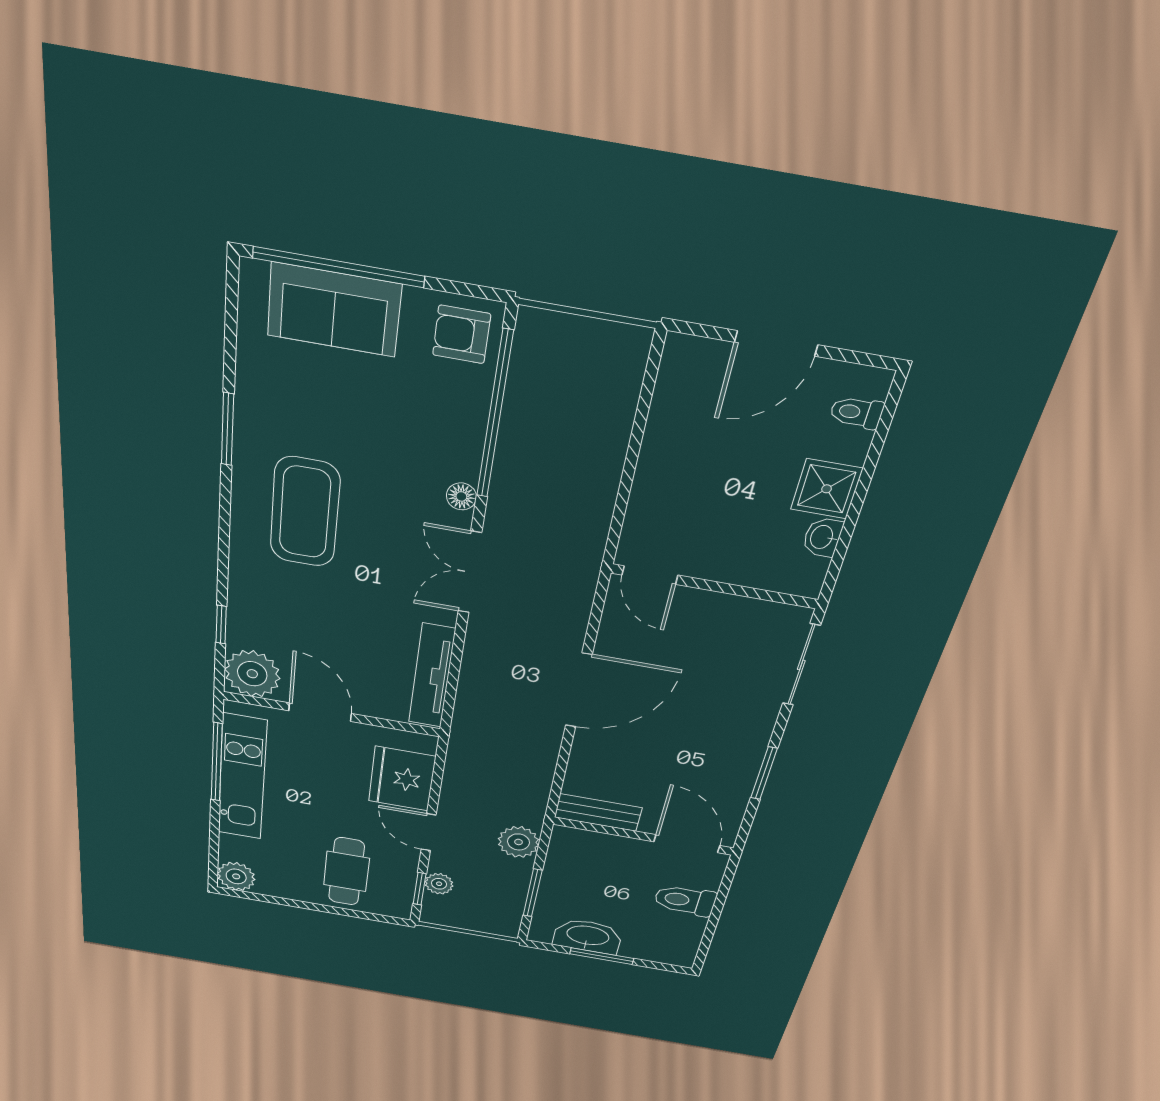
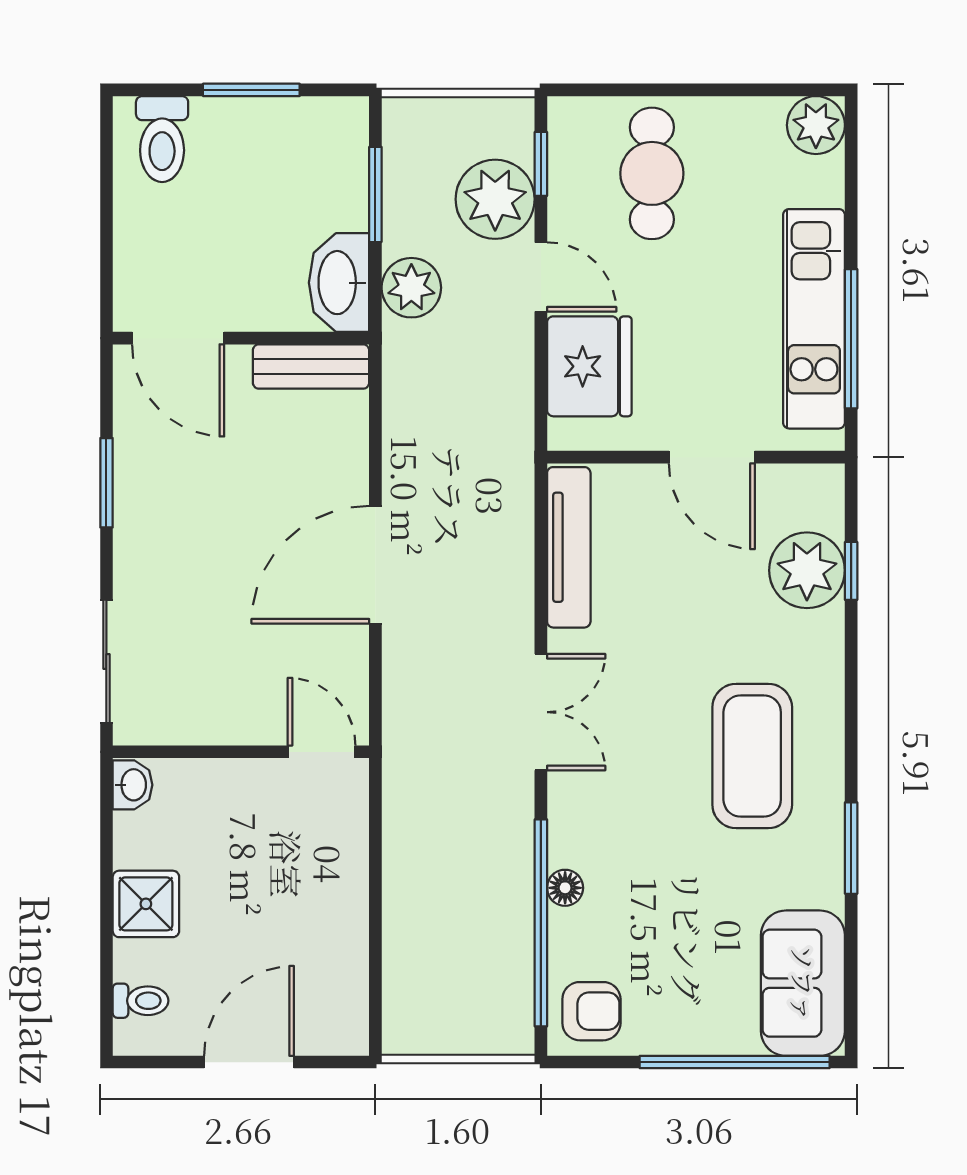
sofa: (334, 310) -> (803, 983), moved, turned -90
floor lamp: (461, 496) -> (565, 888), moved
washbasin: (822, 537) -> (132, 785), moved
plant: (252, 674) -> (807, 570), moved
plant: (439, 884) -> (495, 199), width x1.88, depth x1.88
toilet: (685, 900) -> (162, 139), moved, turned 90
washbasin: (588, 936) -> (339, 283), moved, turned 90

